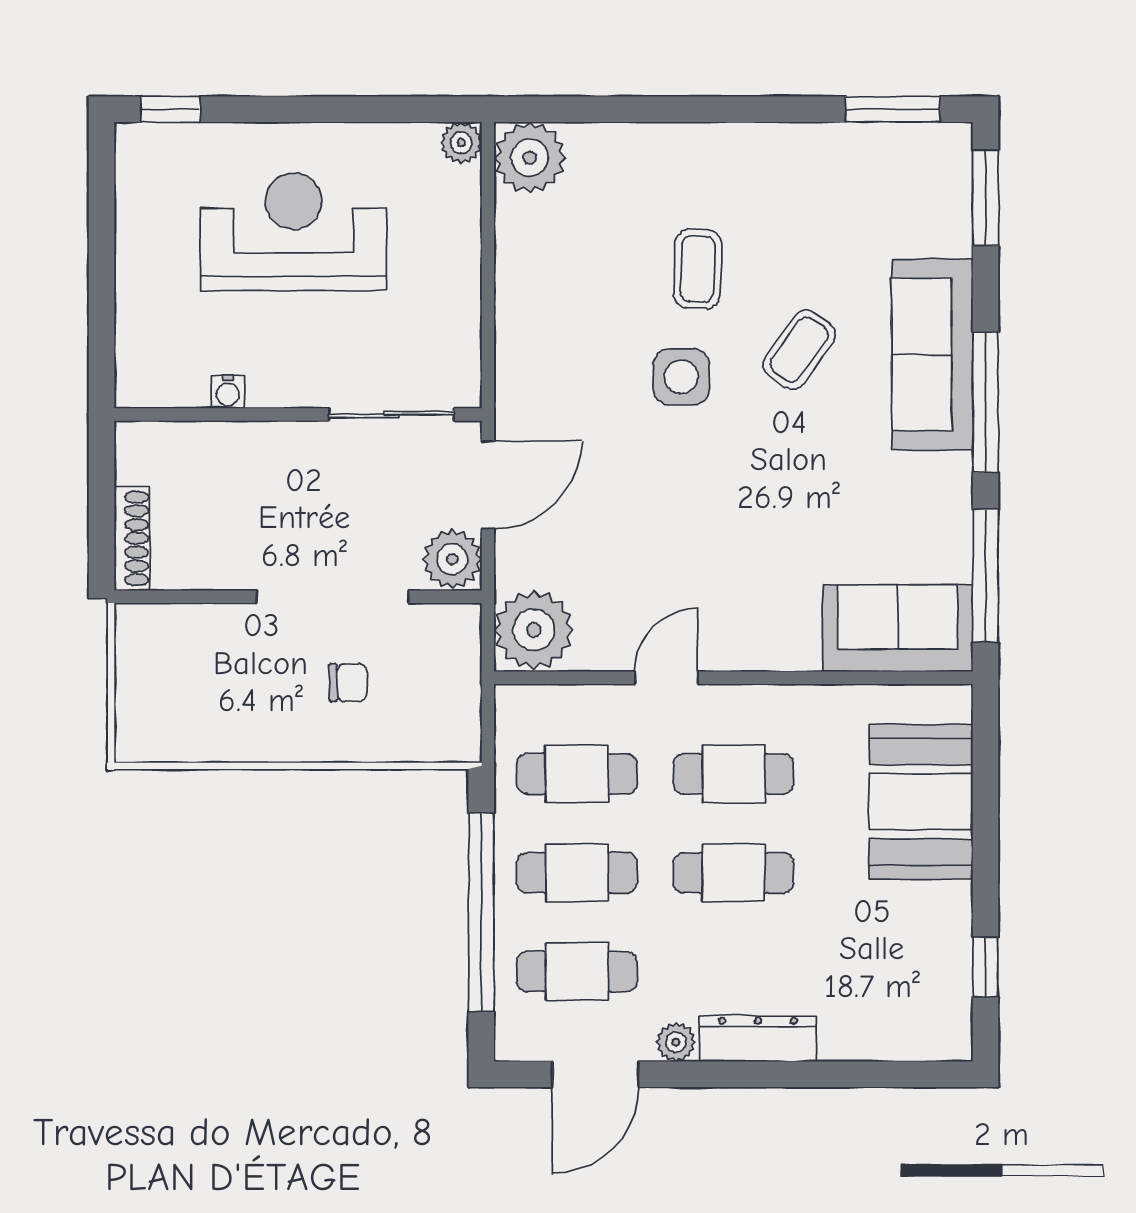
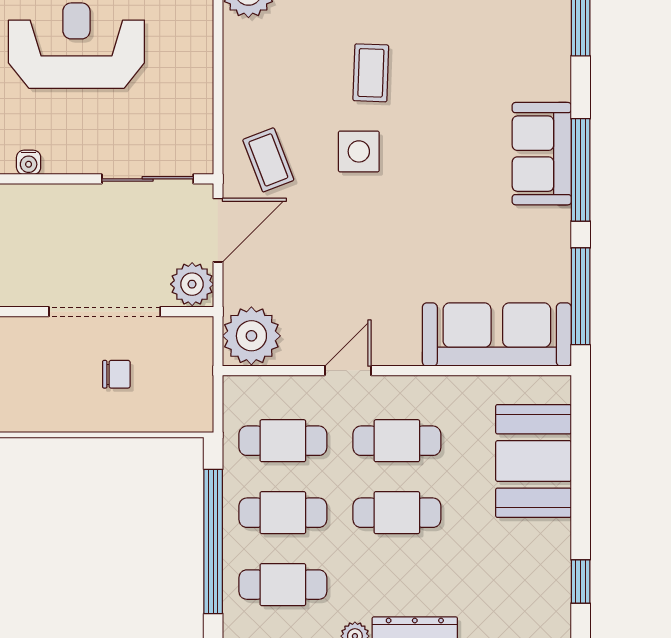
coffee table: (799, 350) -> (268, 160), moved, turned -57
sofa: (932, 355) -> (542, 154), width x0.73
sofa: (898, 628) -> (497, 335), width x1.36

